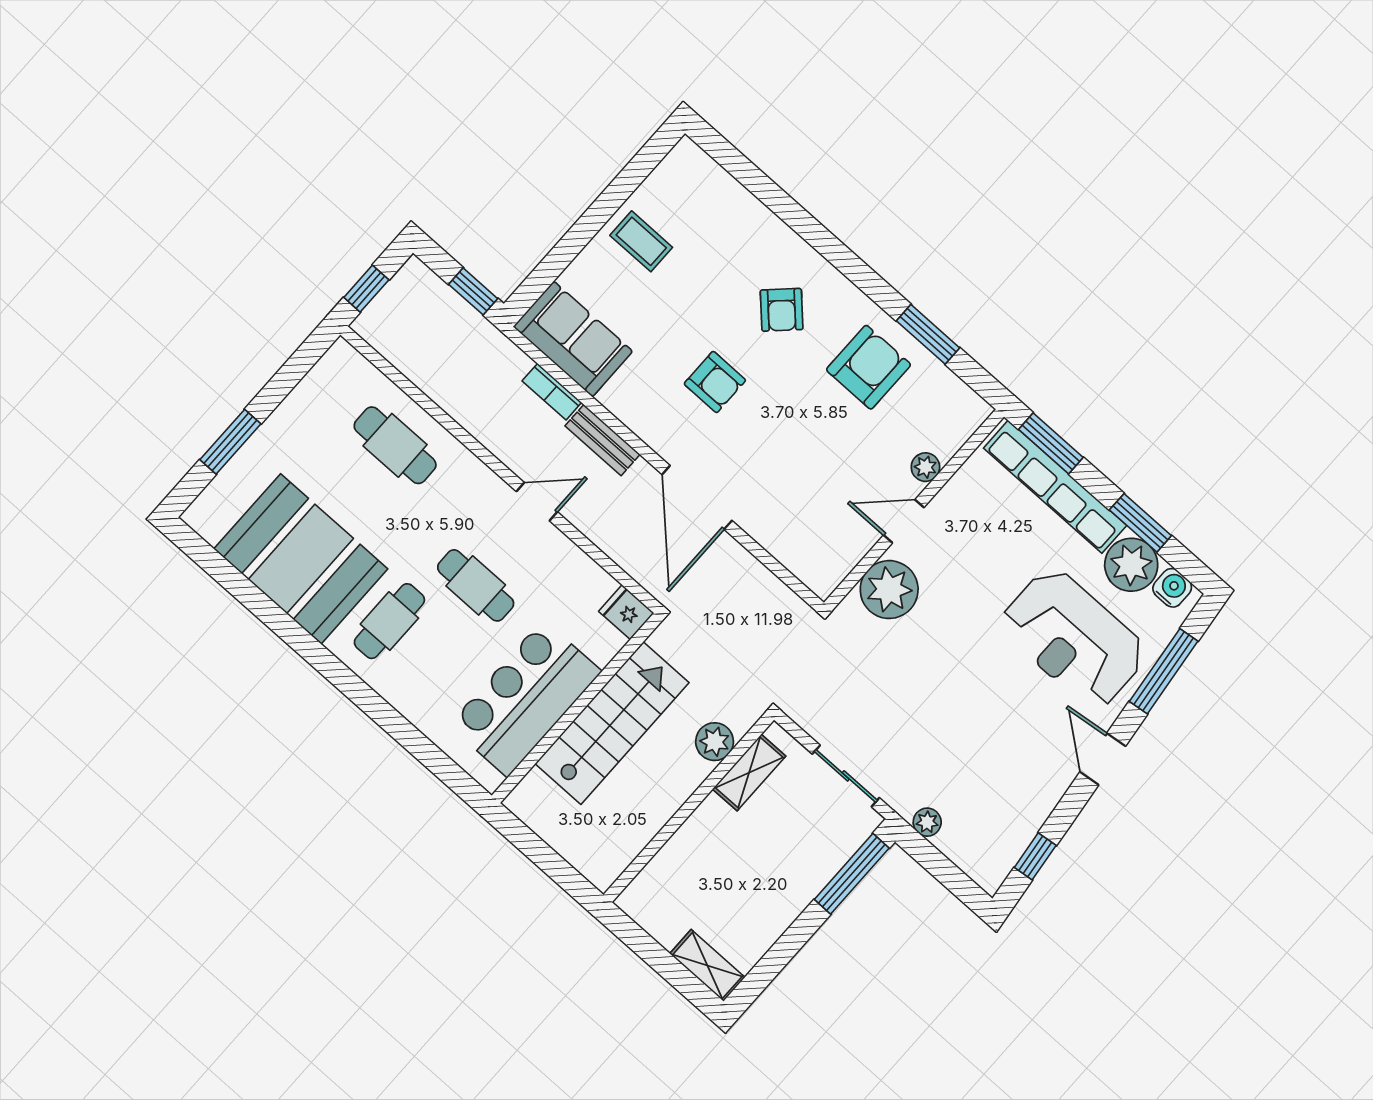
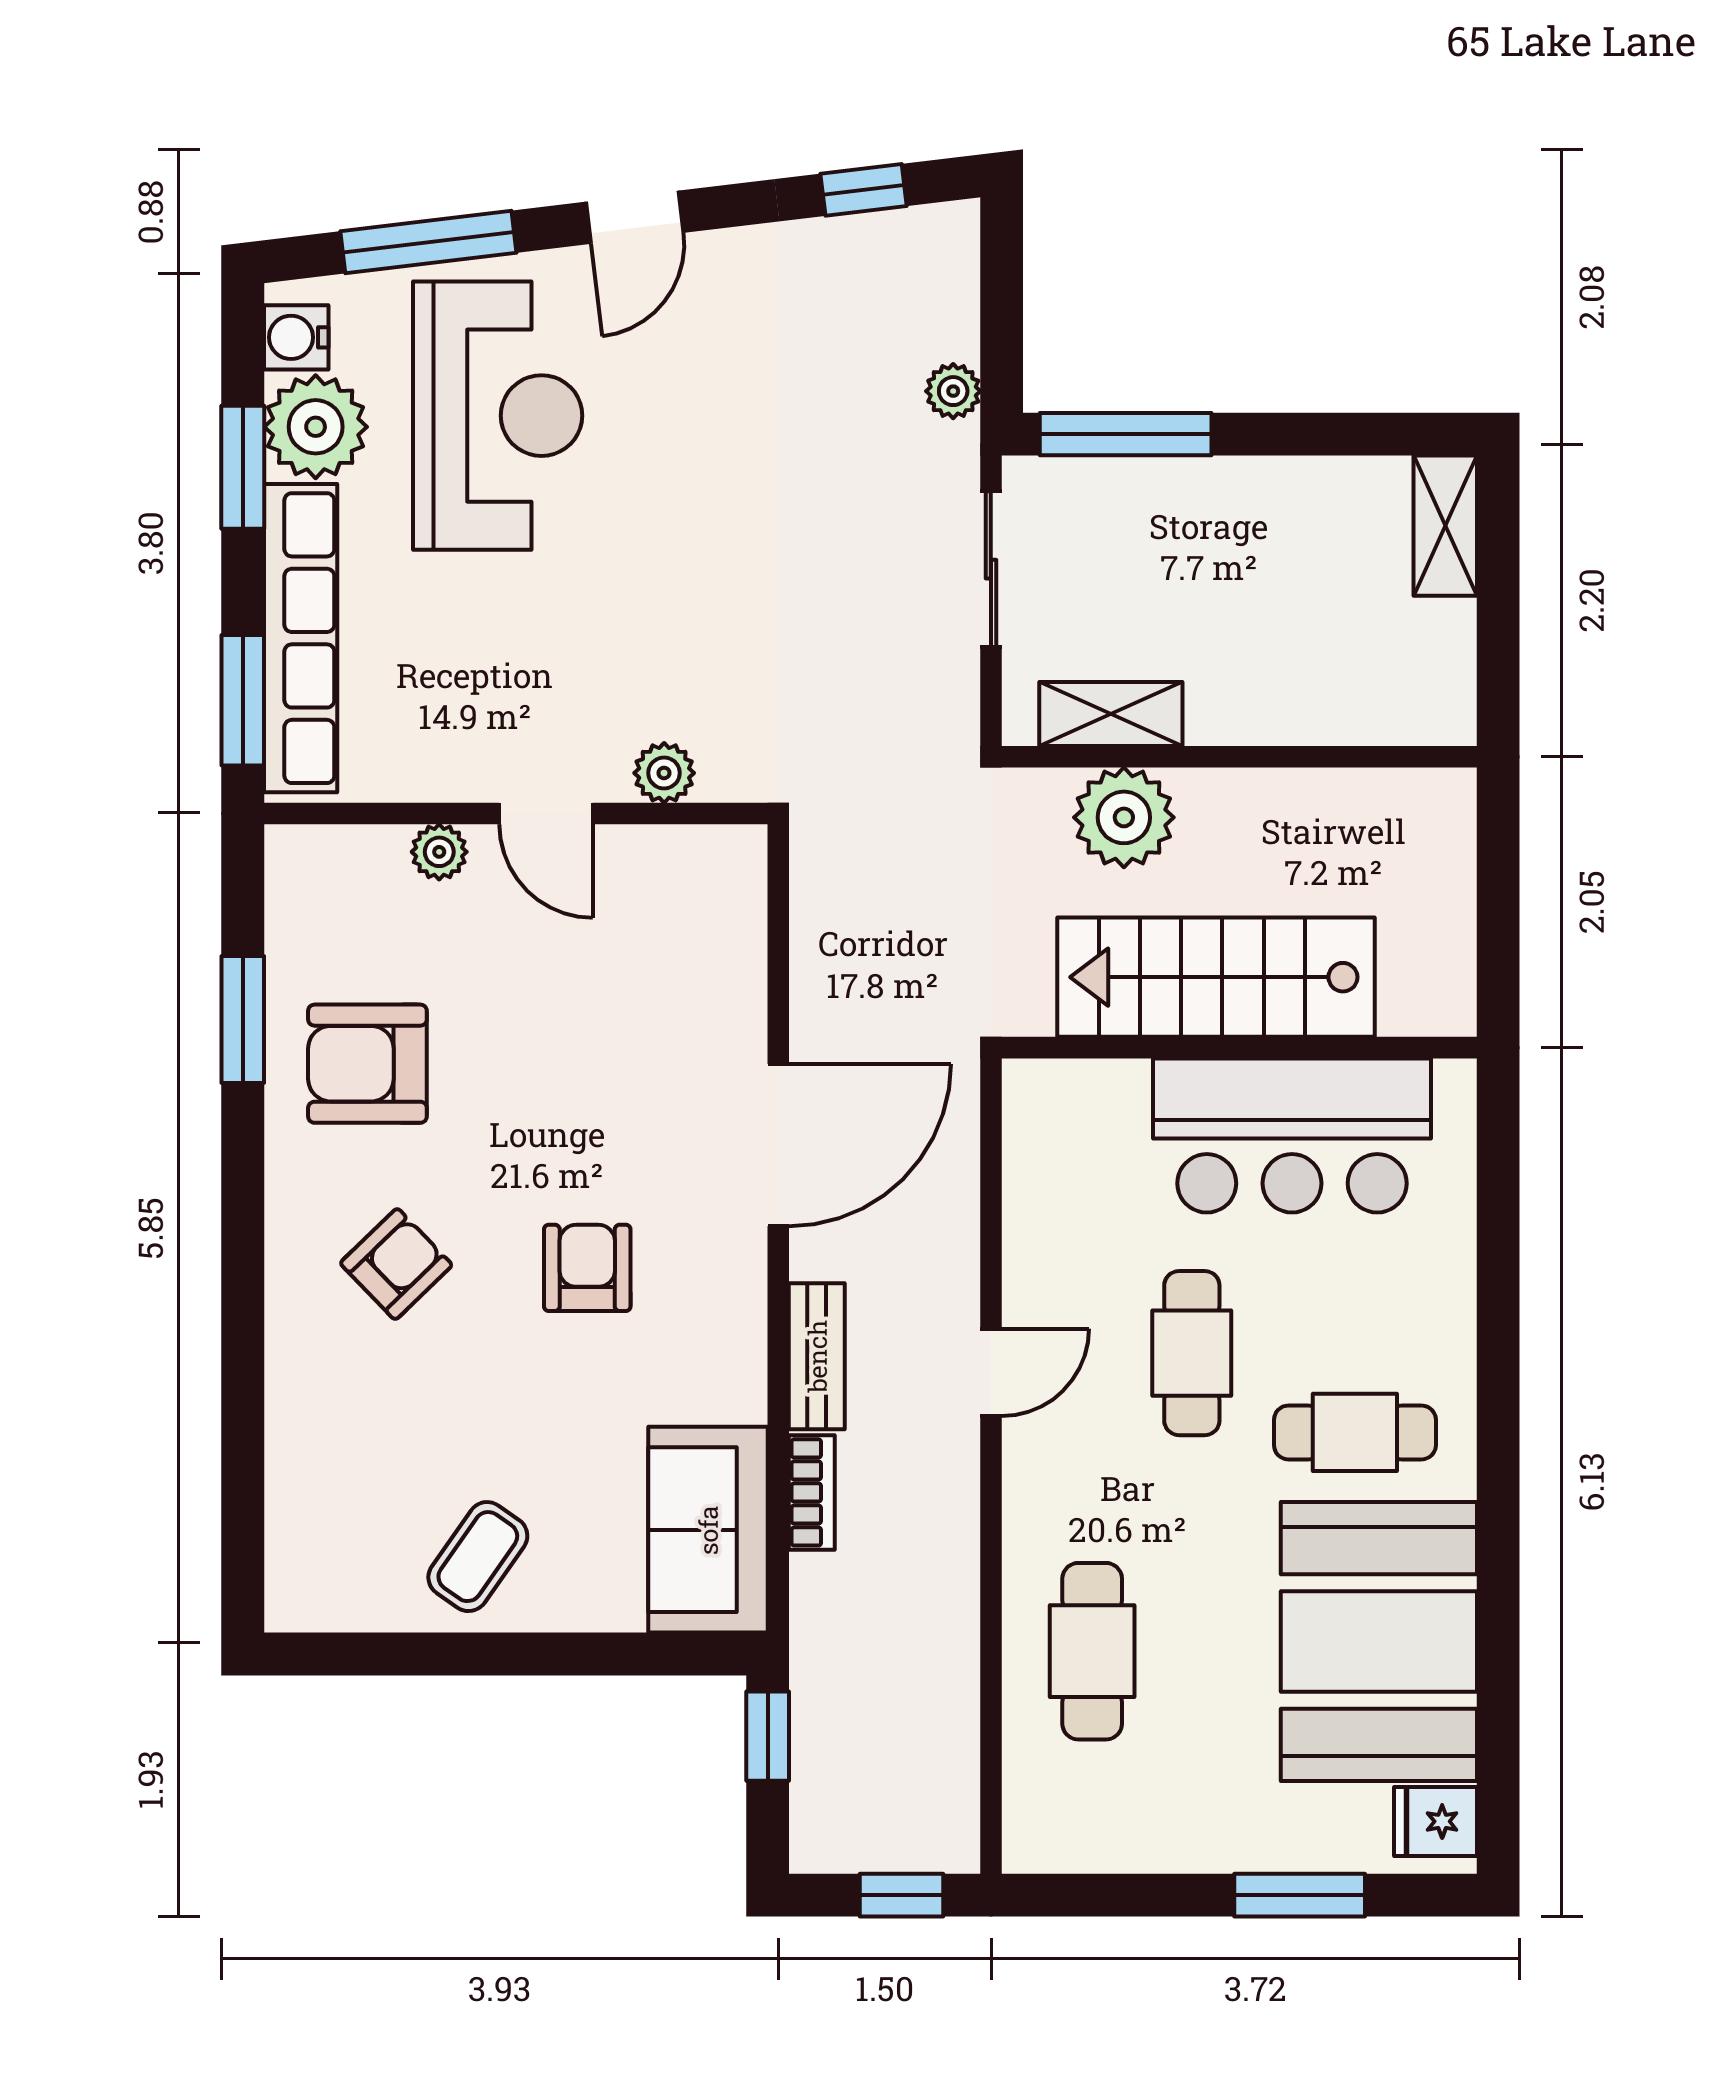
coffee table: (641, 241) -> (478, 1557), turned 35
door: (537, 502) -> (991, 1372), swing flipped
plant: (889, 590) -> (664, 773), width x0.53, depth x0.53
fridge: (626, 612) -> (1435, 1821), moved, turned 90
plant: (715, 742) -> (1124, 817), width x1.36, depth x1.36

